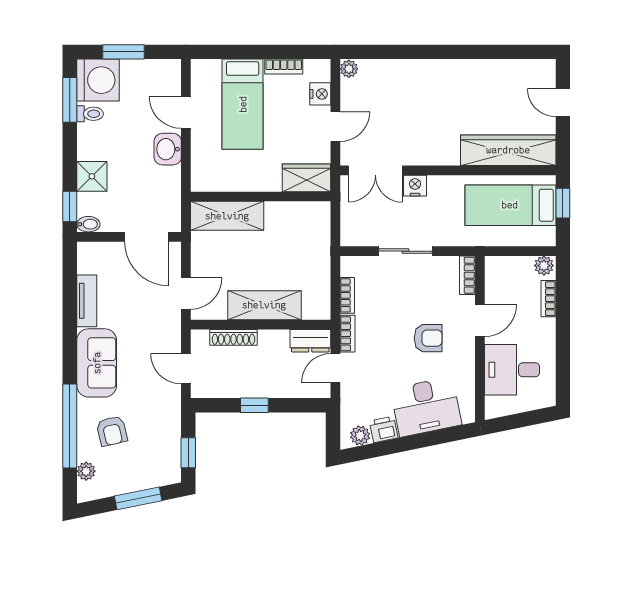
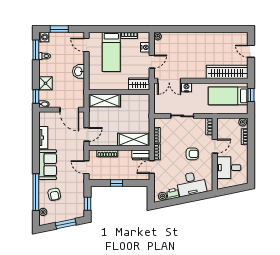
washing machine: (98, 80) -> (44, 37), width x0.53, depth x0.53
door: (186, 113) -> (87, 45), moved
shelving: (264, 305) -> (134, 139), moved

